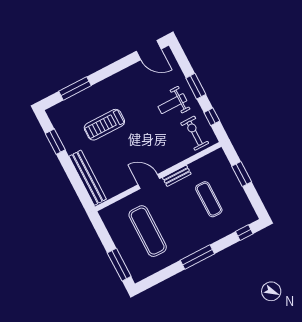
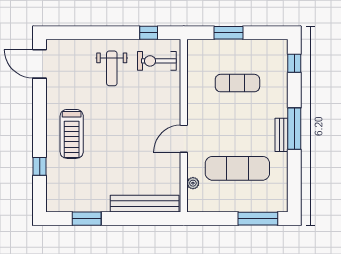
door: (149, 50) -> (40, 64), swing flipped
window: (196, 86) -> (106, 33), removed
window: (75, 88) -> (40, 166), width x0.46
treadmill: (104, 125) -> (72, 134), moved
bench: (177, 176) -> (282, 135), moved
plant: (120, 205) -> (193, 183), added

